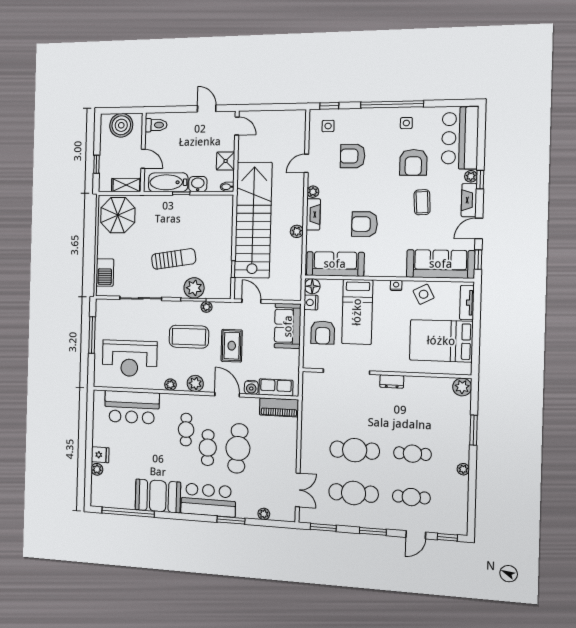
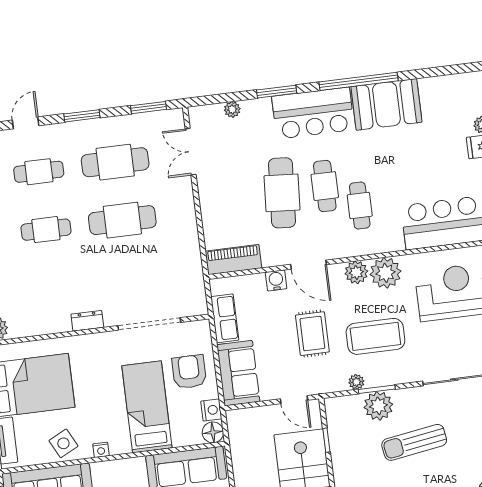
plant: (170, 385) -> (385, 273), width x1.88, depth x1.88
row of seats: (276, 387) -> (225, 318), moved, turned -90
window: (128, 512) -> (359, 81), moved

